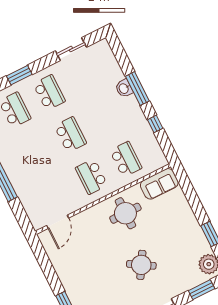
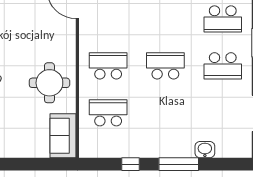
washbasin: (124, 88) -> (205, 150), moved
school desk: (70, 135) -> (165, 66), turned 180
school desk: (126, 159) -> (108, 113), turned 180

